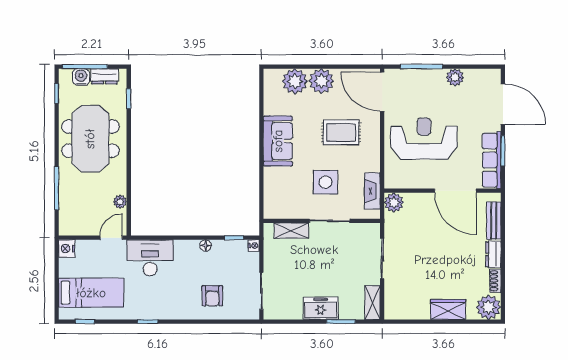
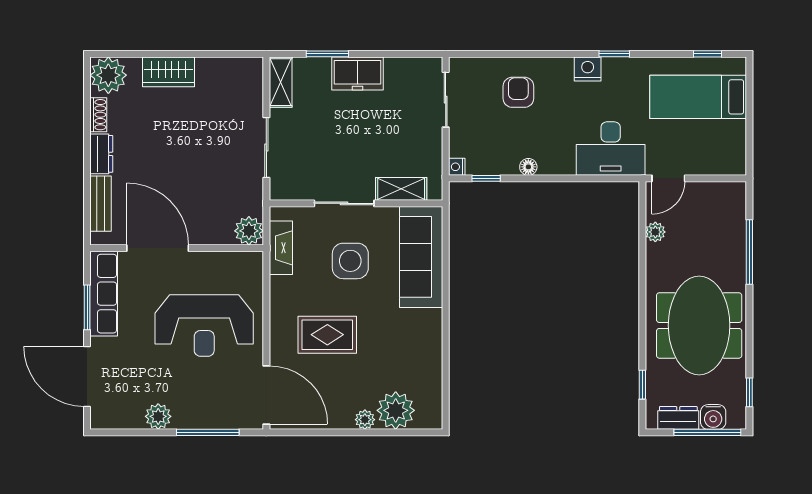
plant: (321, 81) -> (365, 420), width x0.53, depth x0.53
sofa: (278, 141) -> (421, 257), moved, width x1.36
nightstand: (67, 249) -> (588, 69), moved, turned -90

